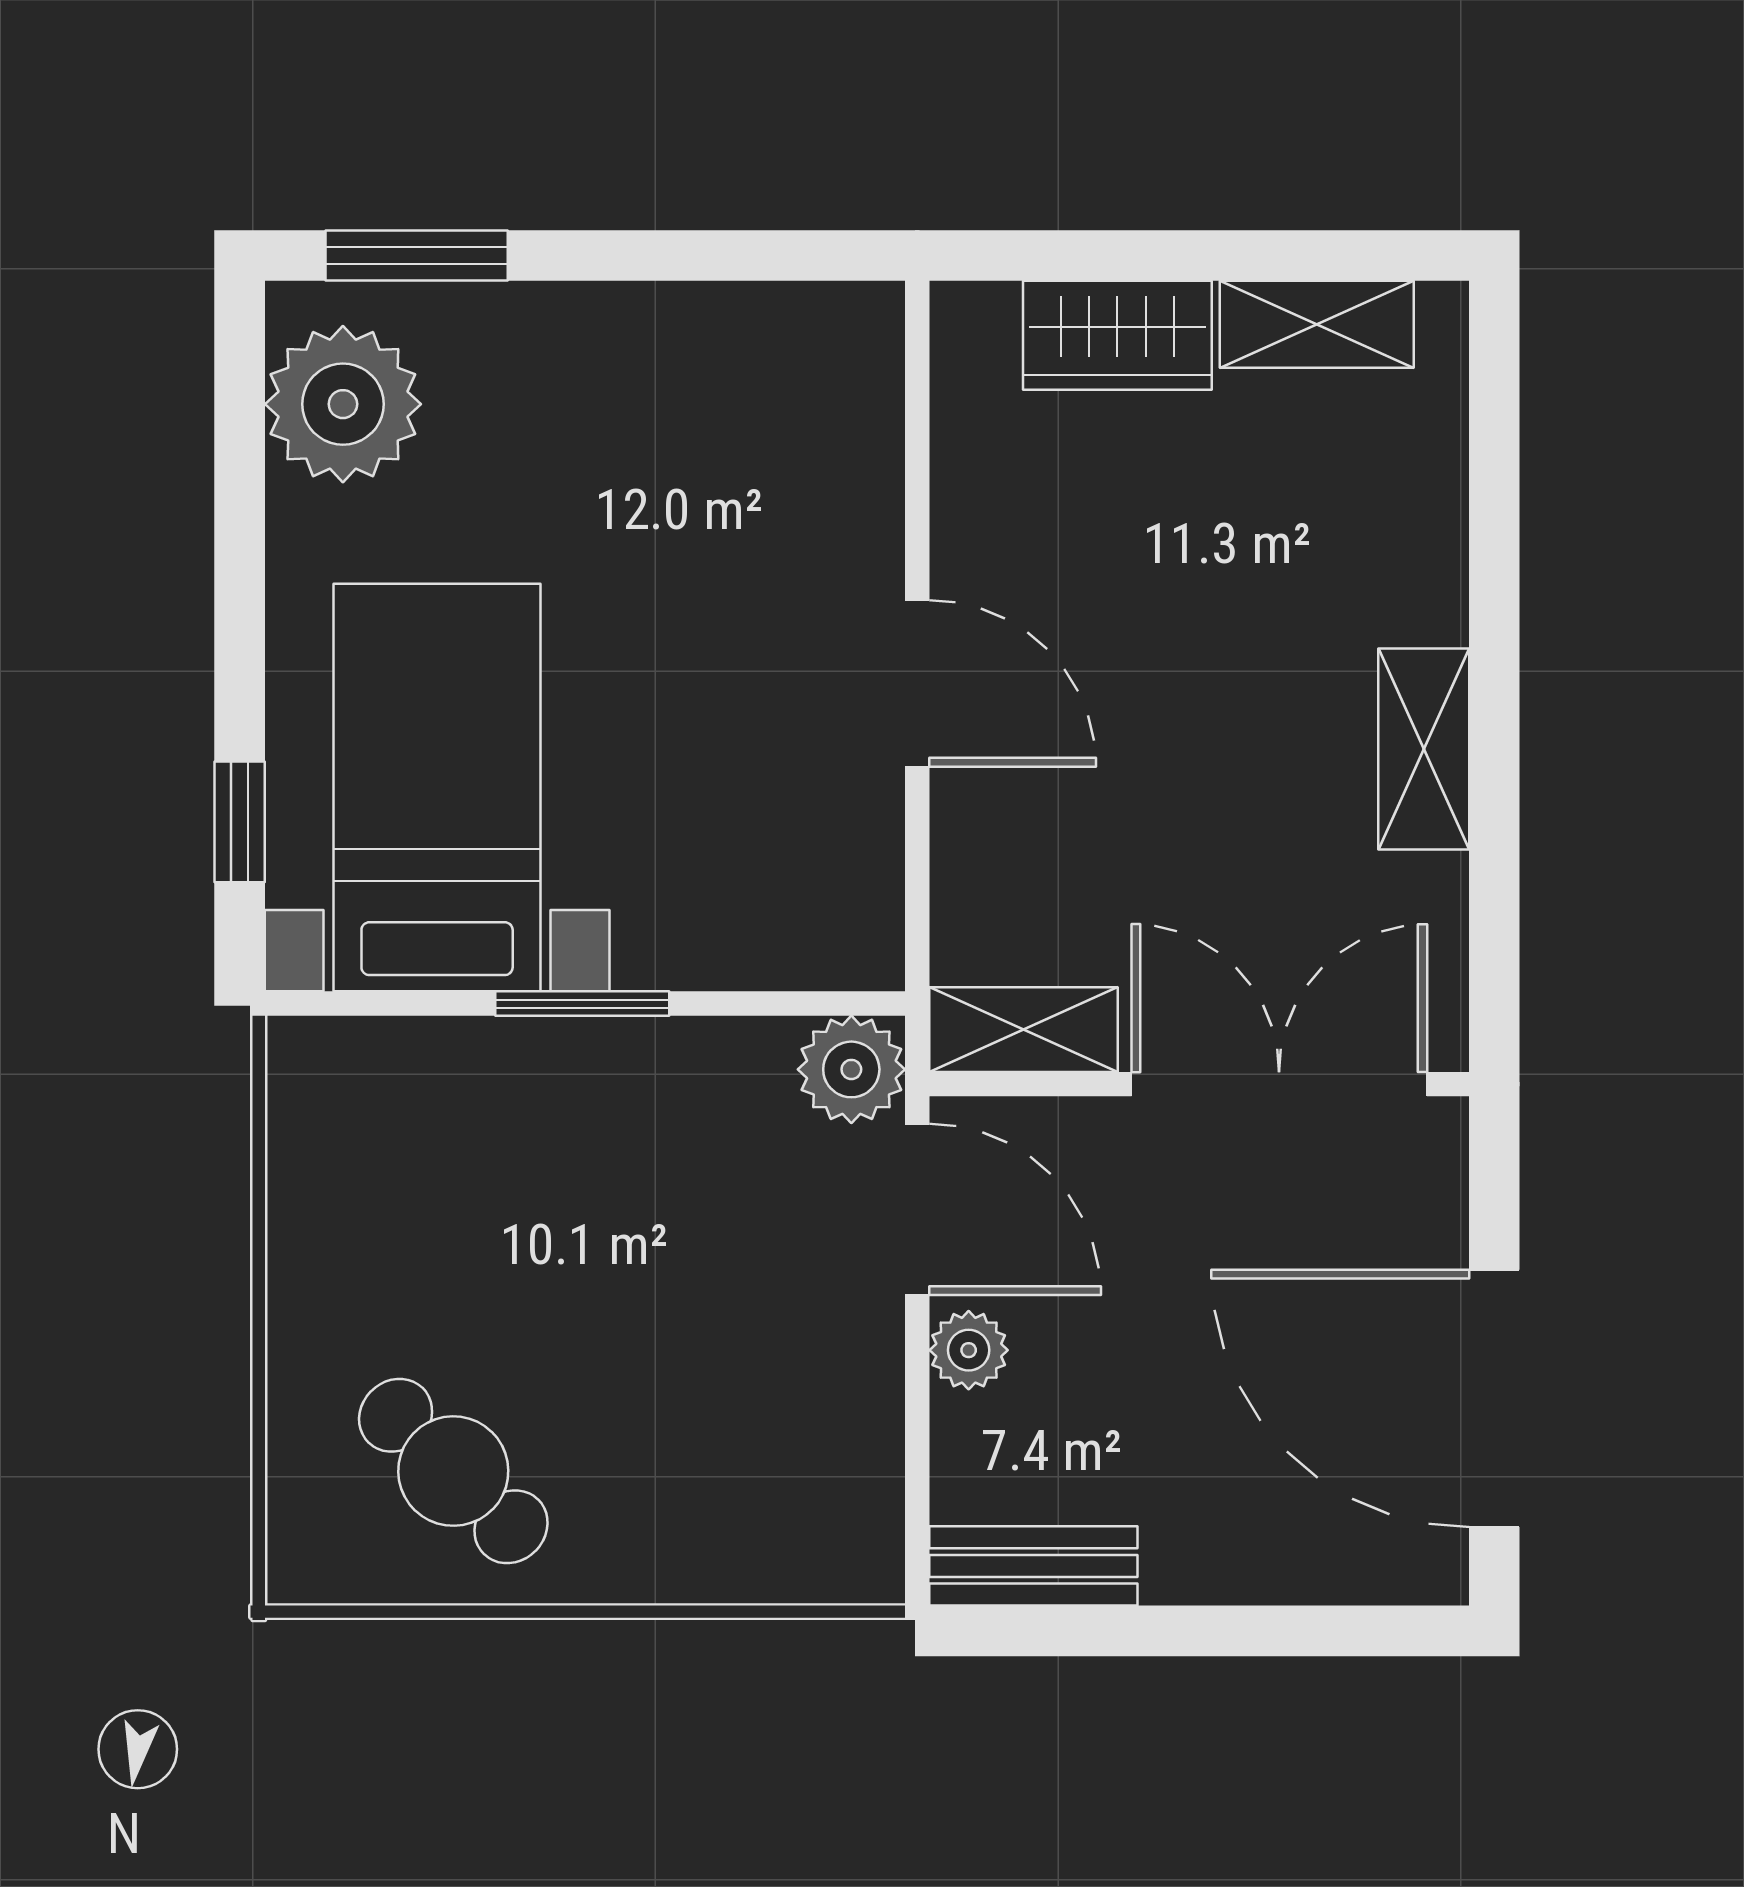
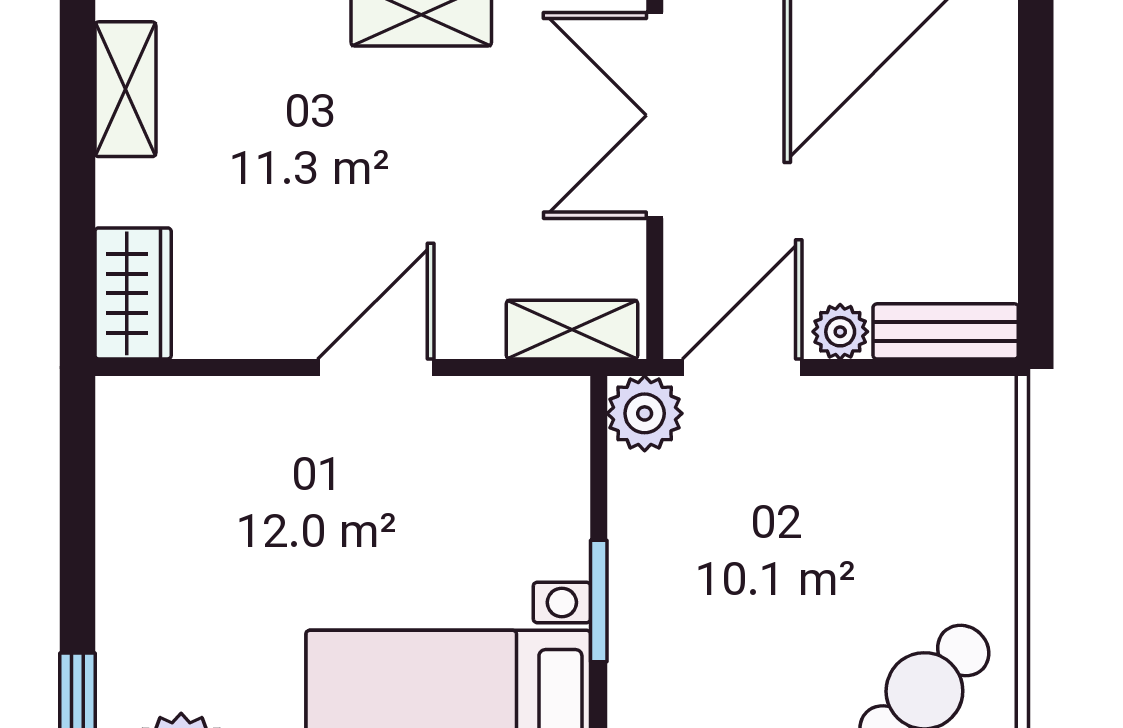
wardrobe: (1117, 335) -> (133, 293), moved
shelving: (1024, 1030) -> (572, 330), moved, turned 90
bench: (1033, 1566) -> (946, 331), moved, turned 90

